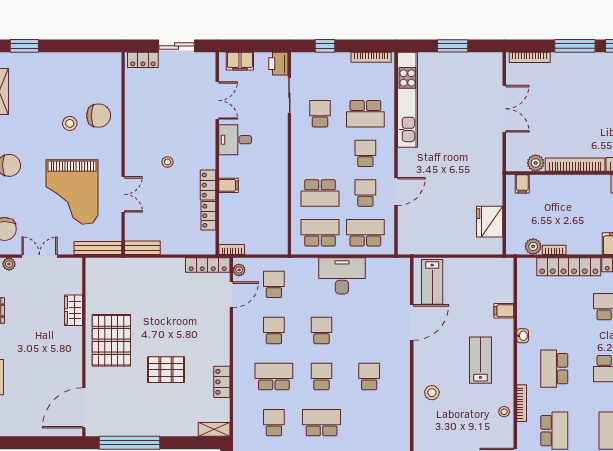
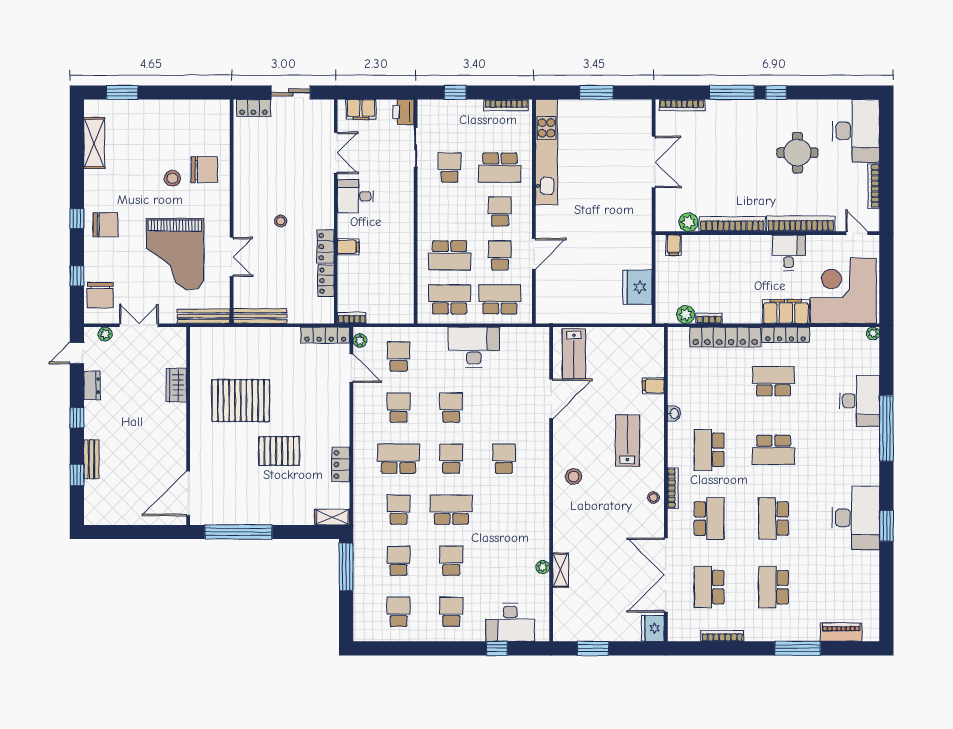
bench: (142, 248) -> (260, 316), width x1.36
door: (231, 295) -> (351, 368), hinge flipped
pallet: (111, 340) -> (241, 401), moved, turned 90

